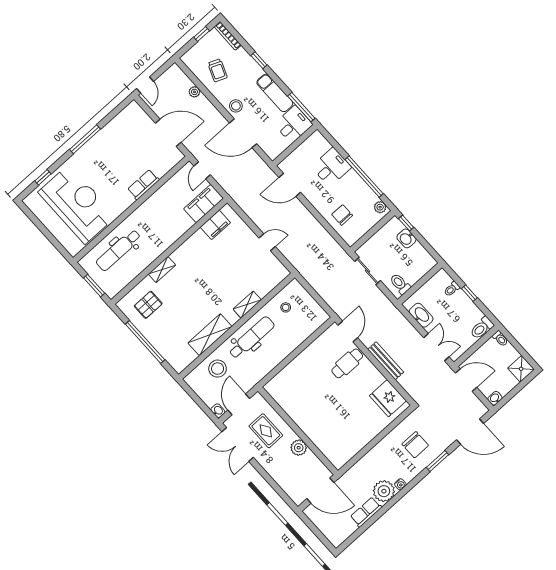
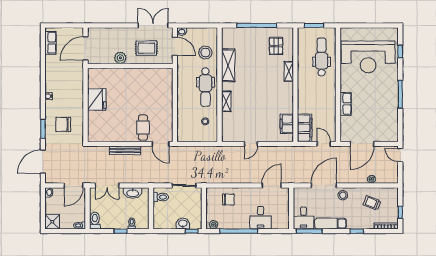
fridge: (388, 398) -> (97, 100), moved, turned 90
plant: (384, 491) -> (53, 84), removed
row of seats: (366, 512) -> (50, 43), moved

